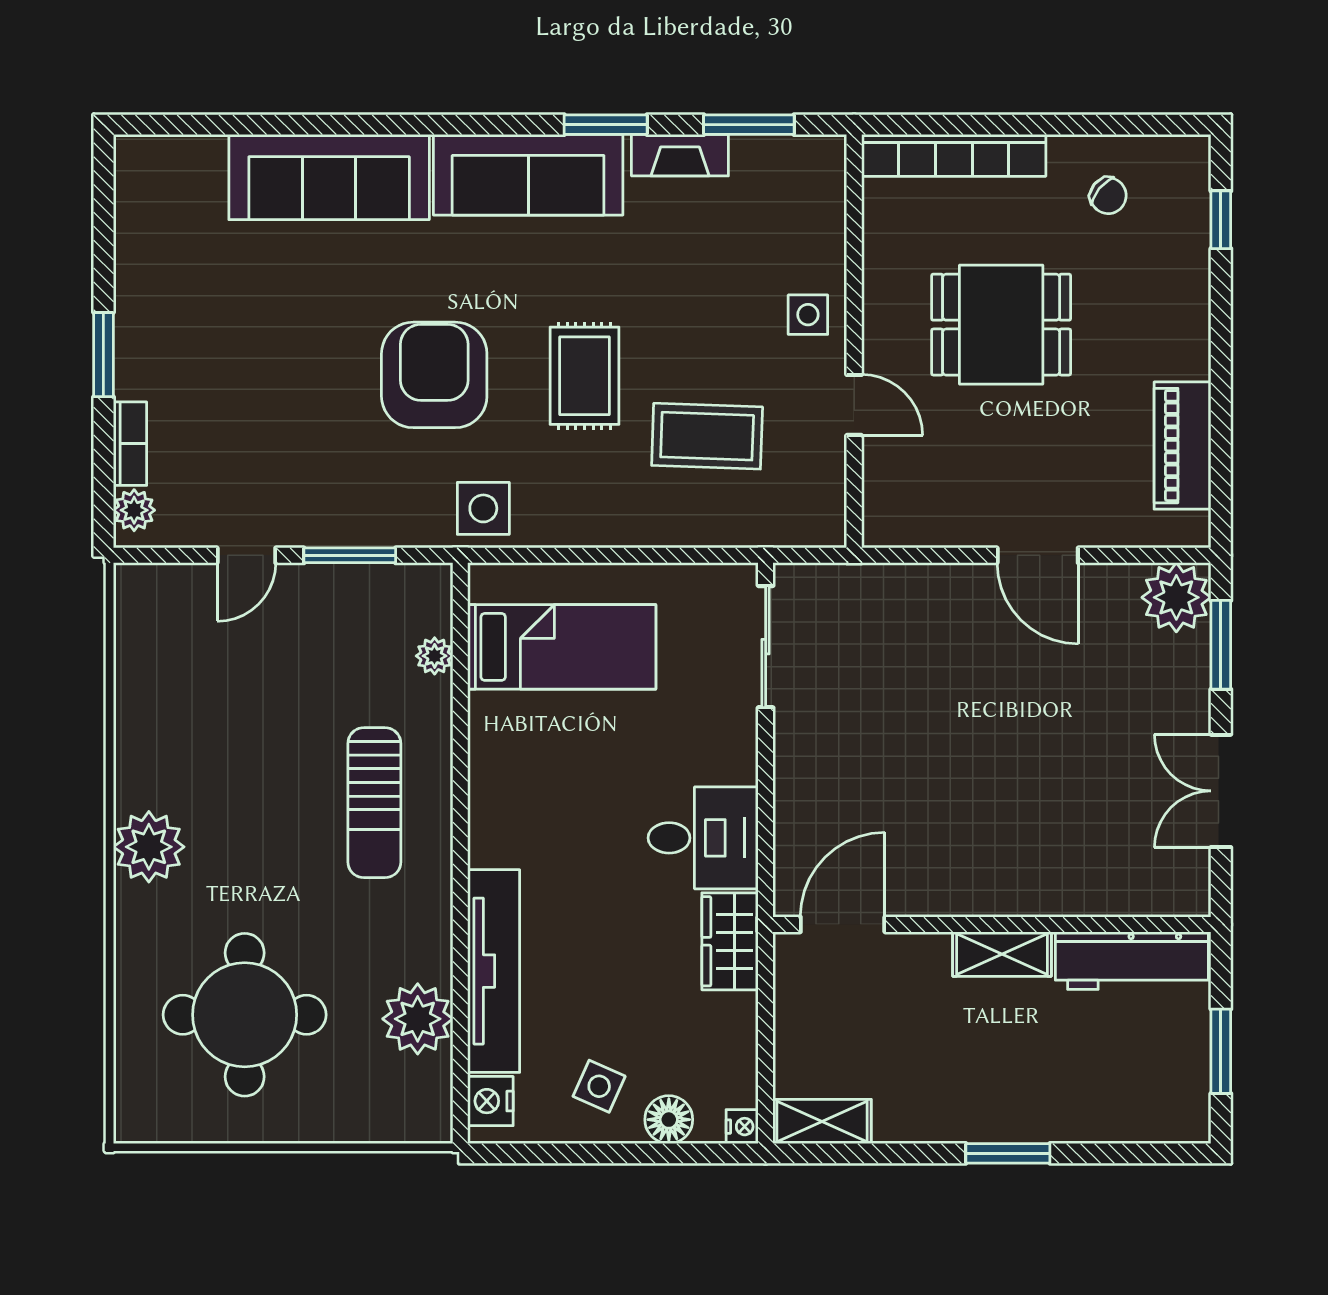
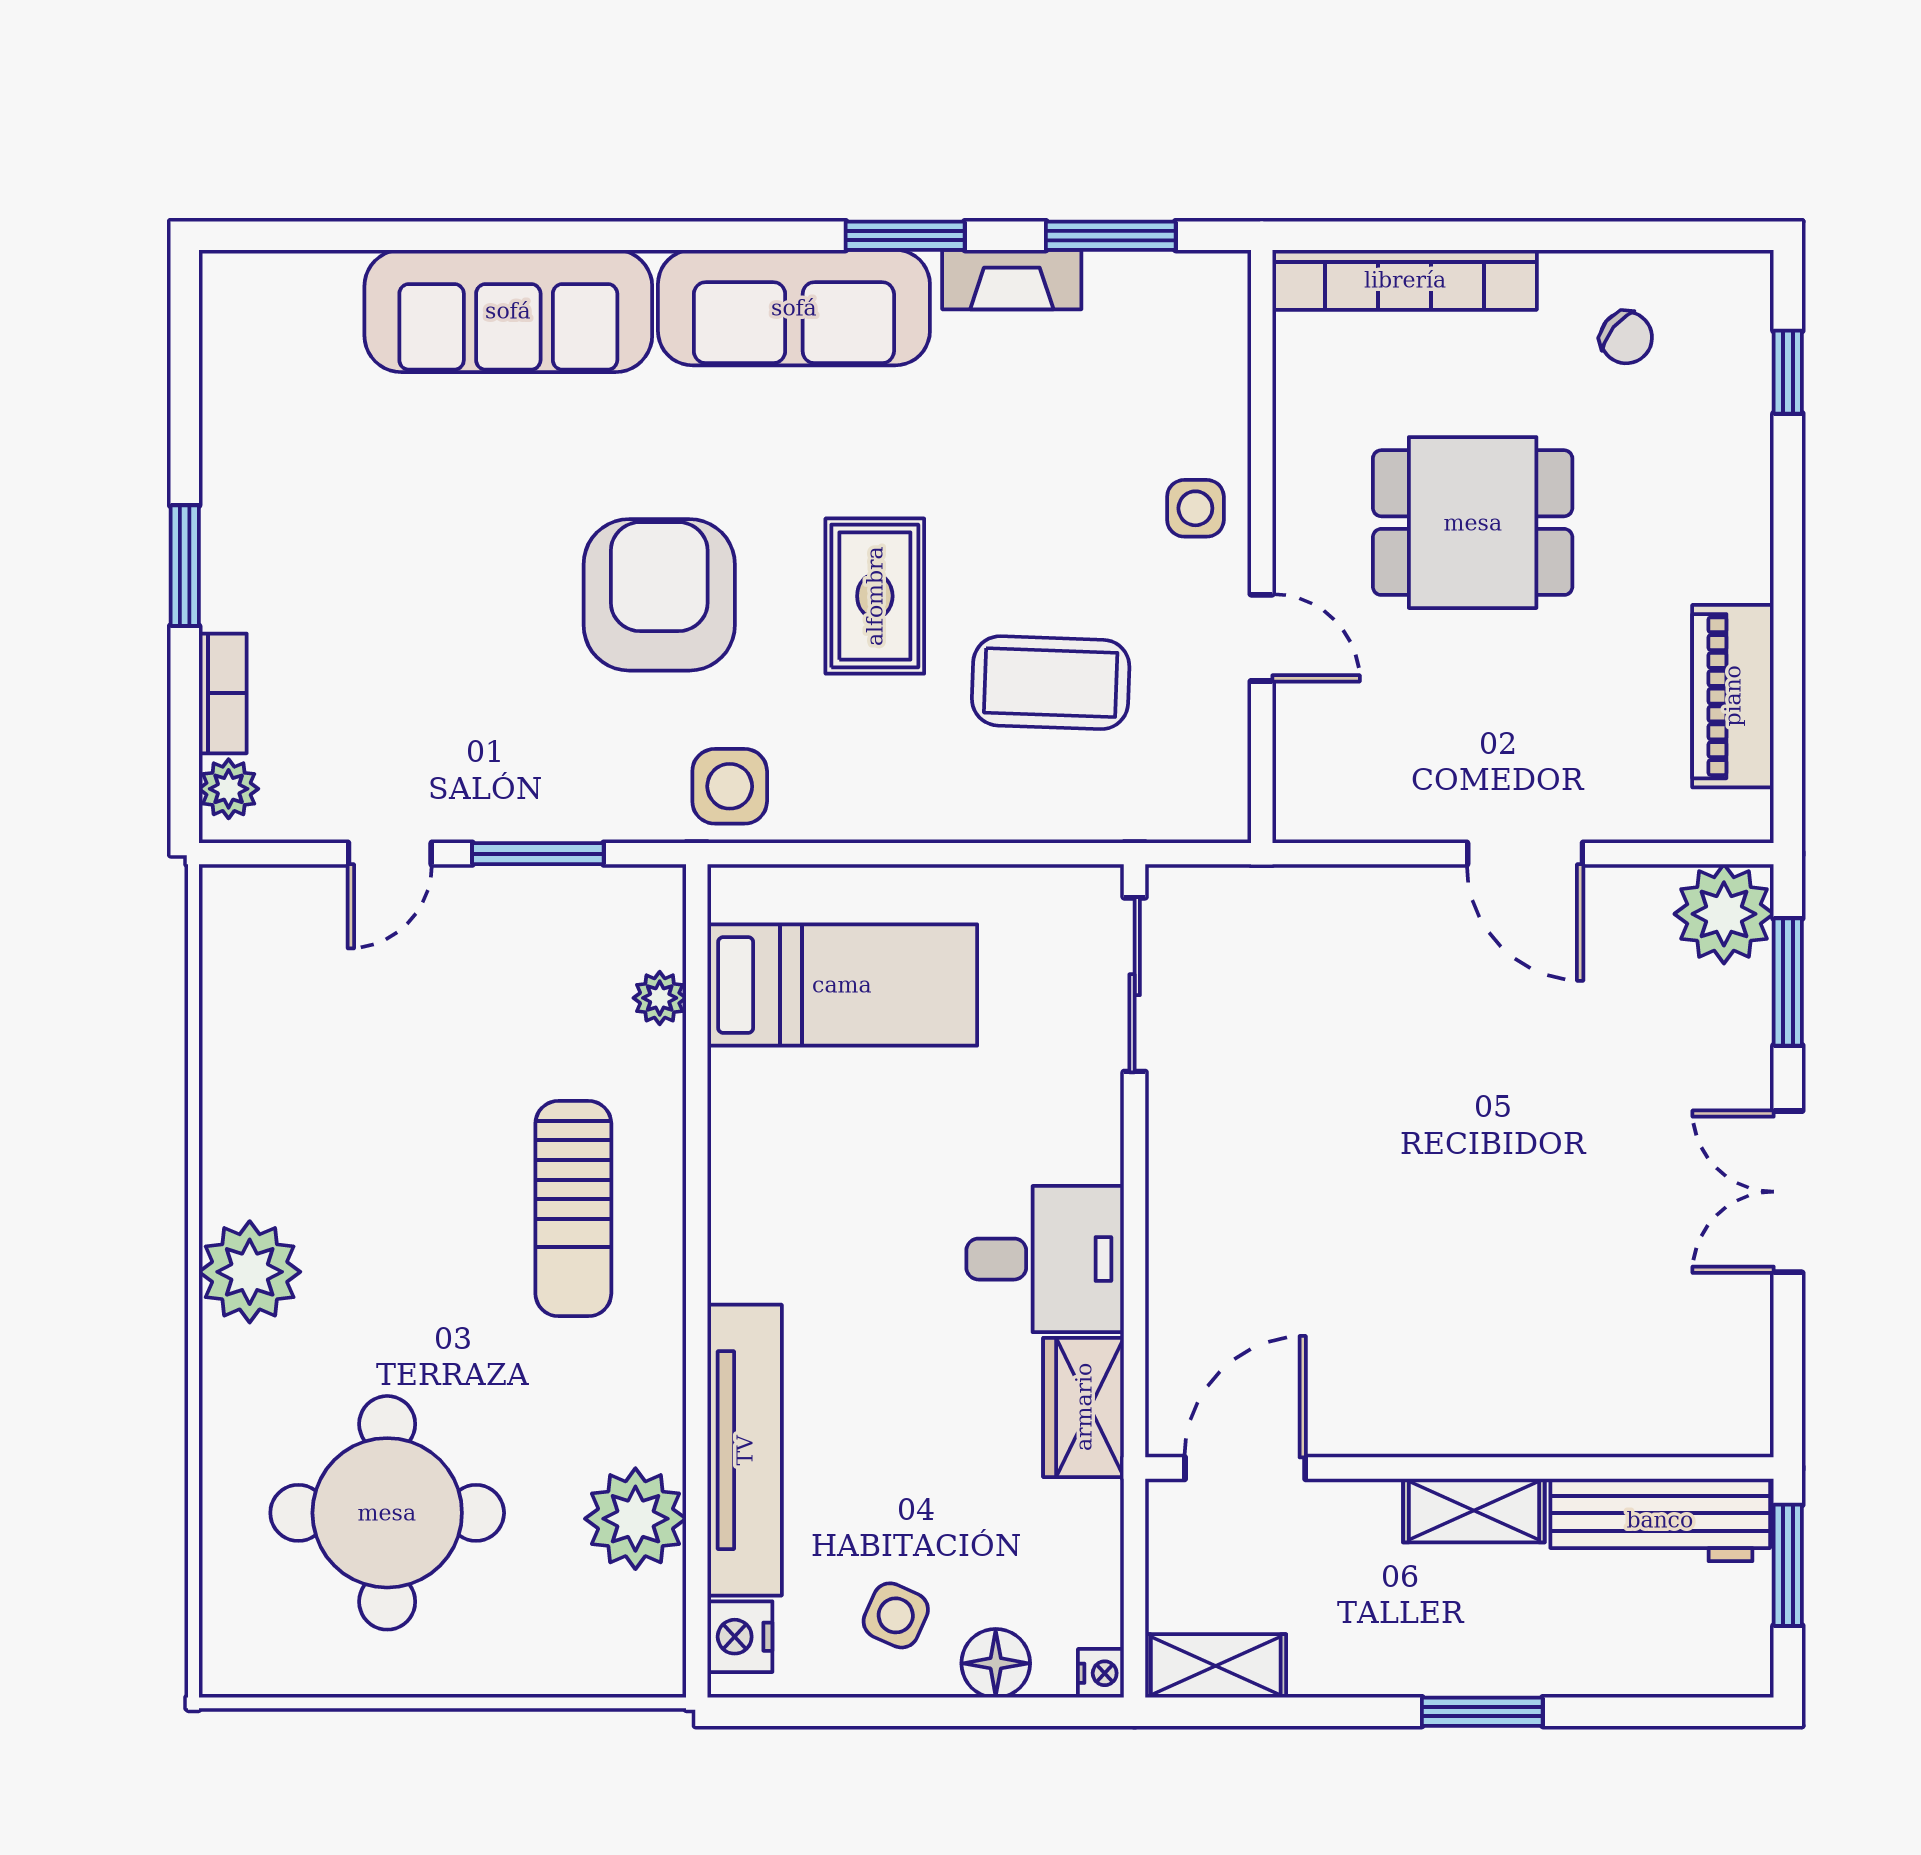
door: (843, 924) -> (1245, 1468), moved
wall: (992, 924) -> (1459, 1468), moved
shelving: (1002, 954) -> (1474, 1511), moved
workbench: (1132, 961) -> (1660, 1520), moved

